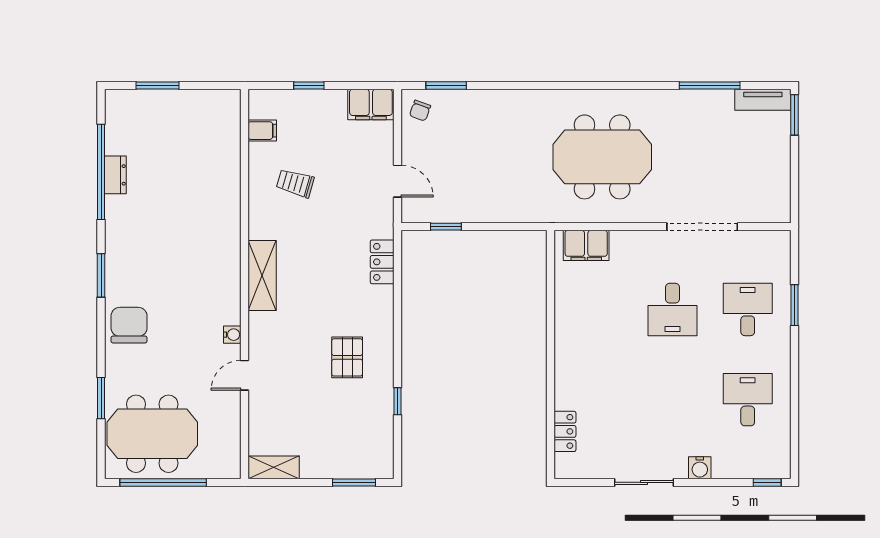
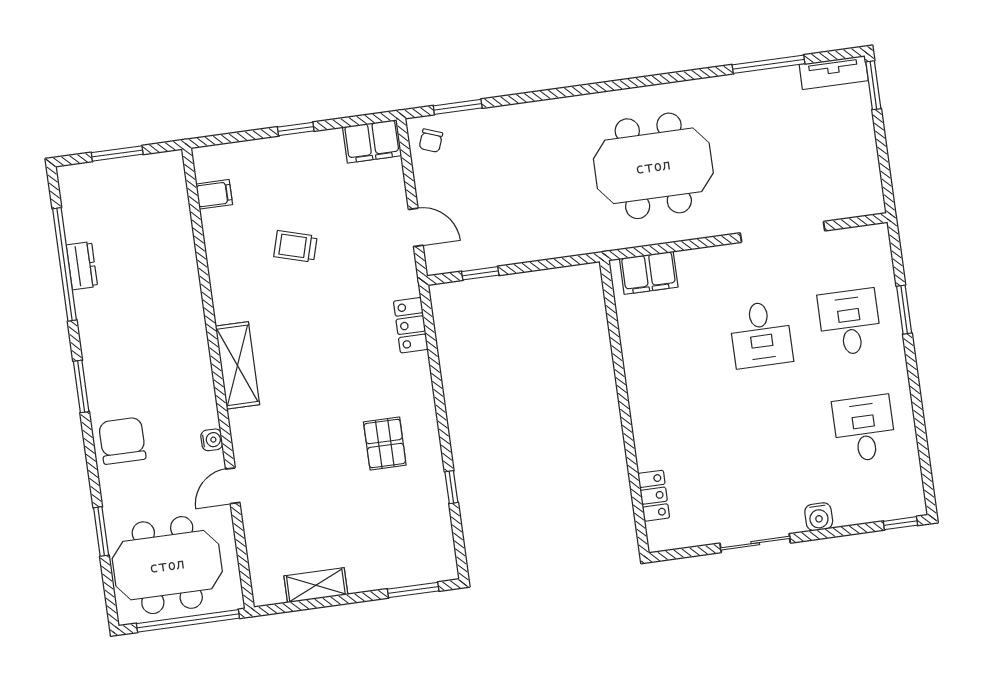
filing cabinet: (262, 131) -> (214, 194), moved
shelving: (262, 276) -> (237, 365), moved
wall: (244, 284) -> (218, 378), moved
water cooler: (232, 335) -> (212, 440), moved
door: (244, 375) -> (233, 486), moved

